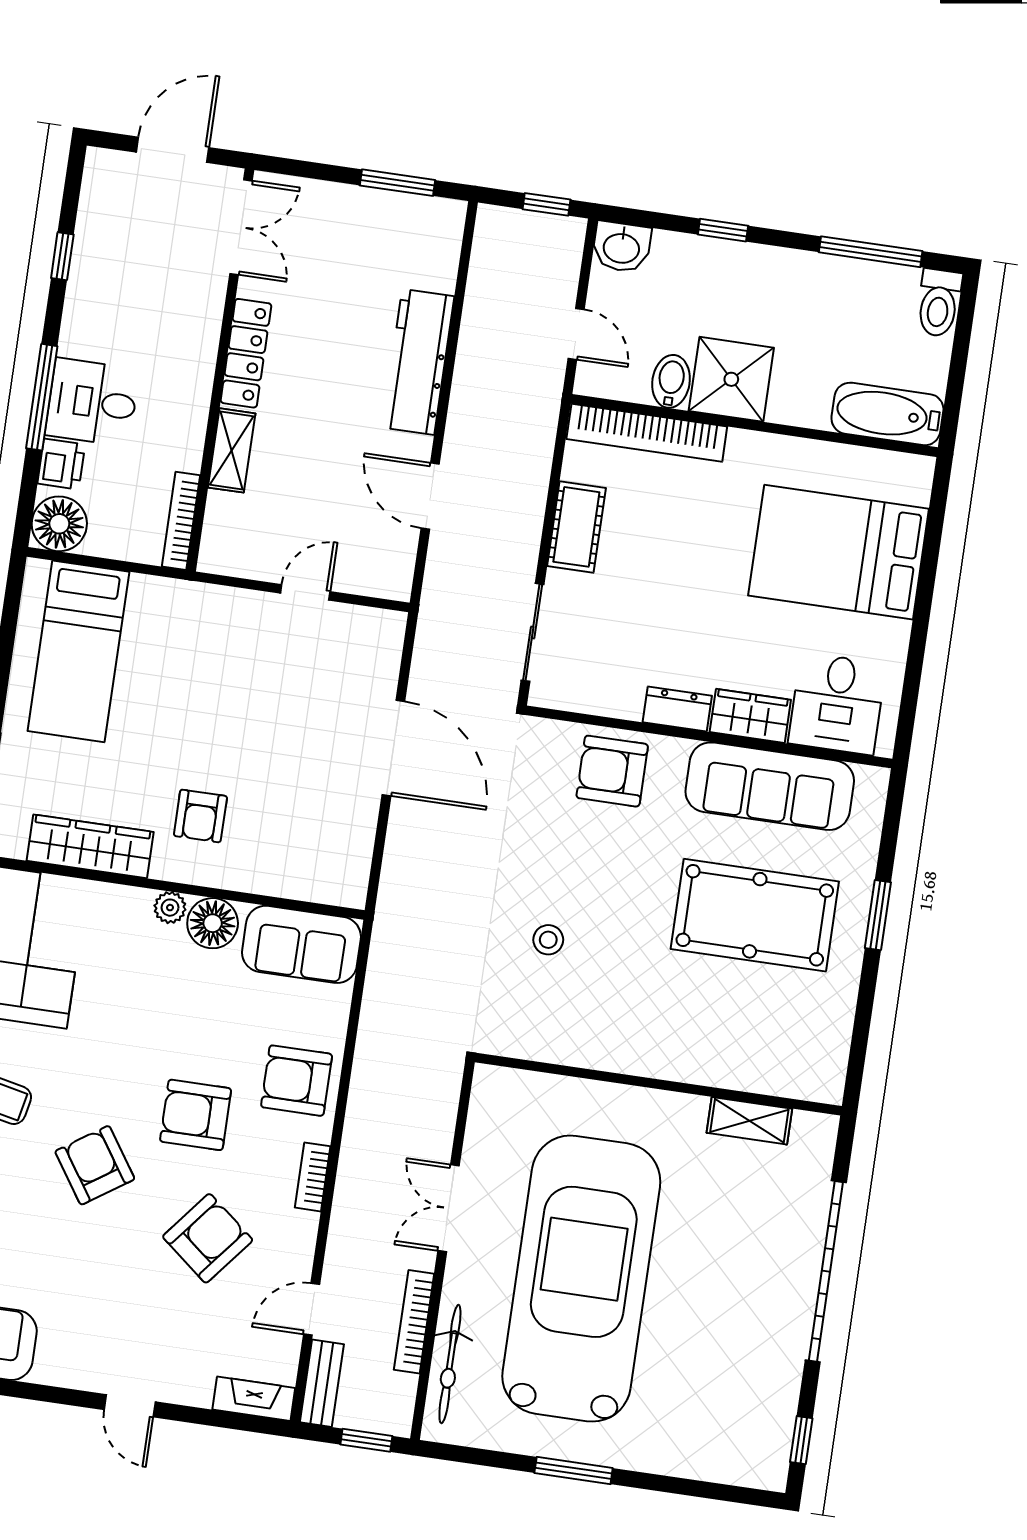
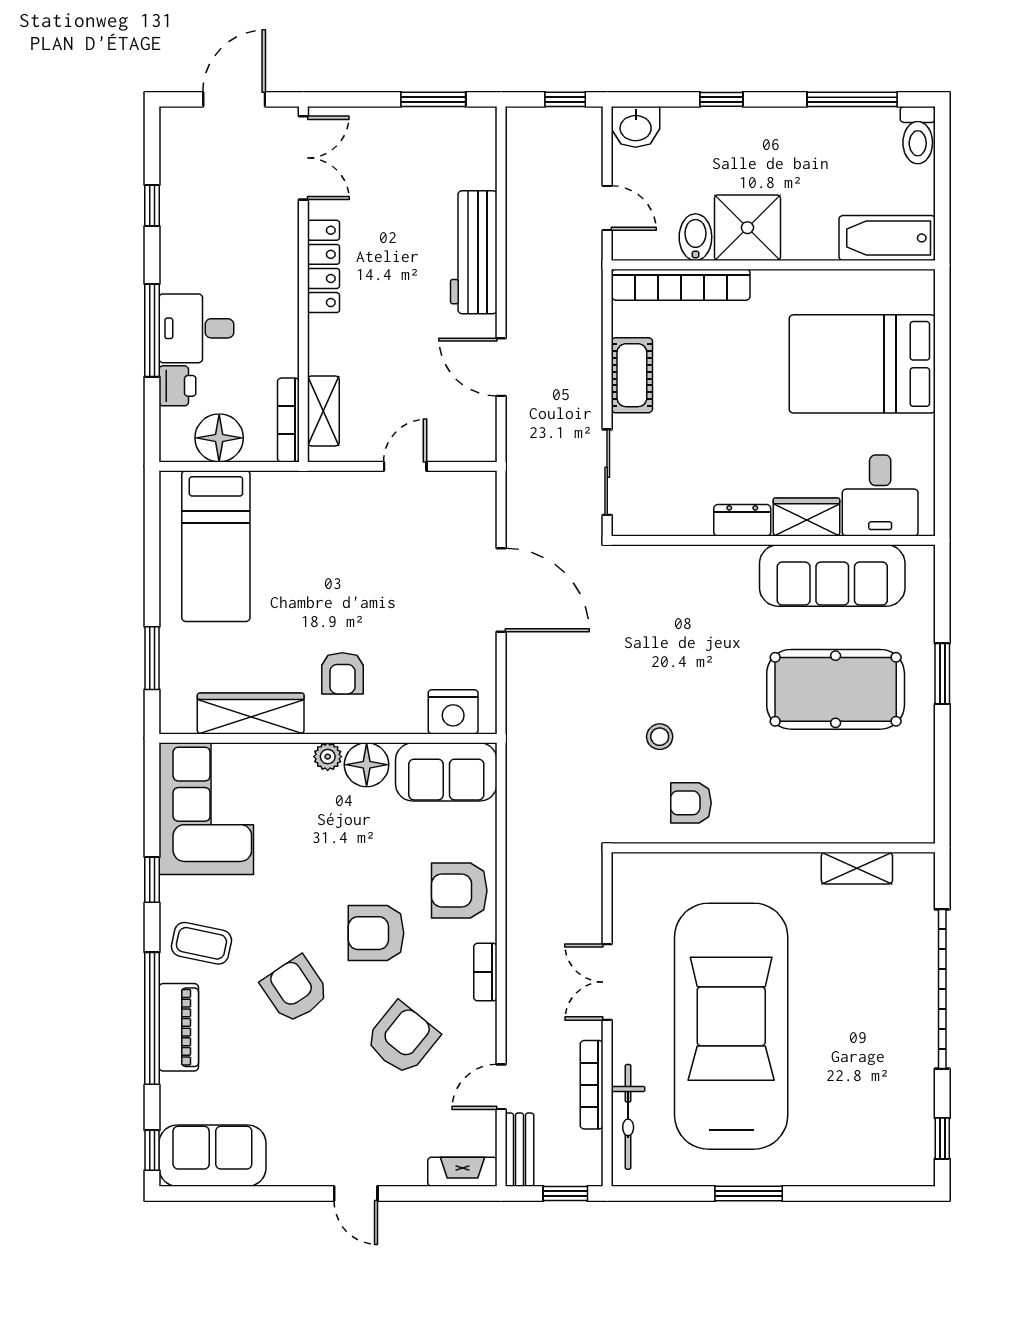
shelving: (232, 450) -> (323, 411), moved
floor lamp: (59, 524) -> (219, 438), moved
armchair: (612, 771) -> (691, 803), moved, width x0.72, depth x0.72
nightstand: (319, 878) -> (453, 712), added

